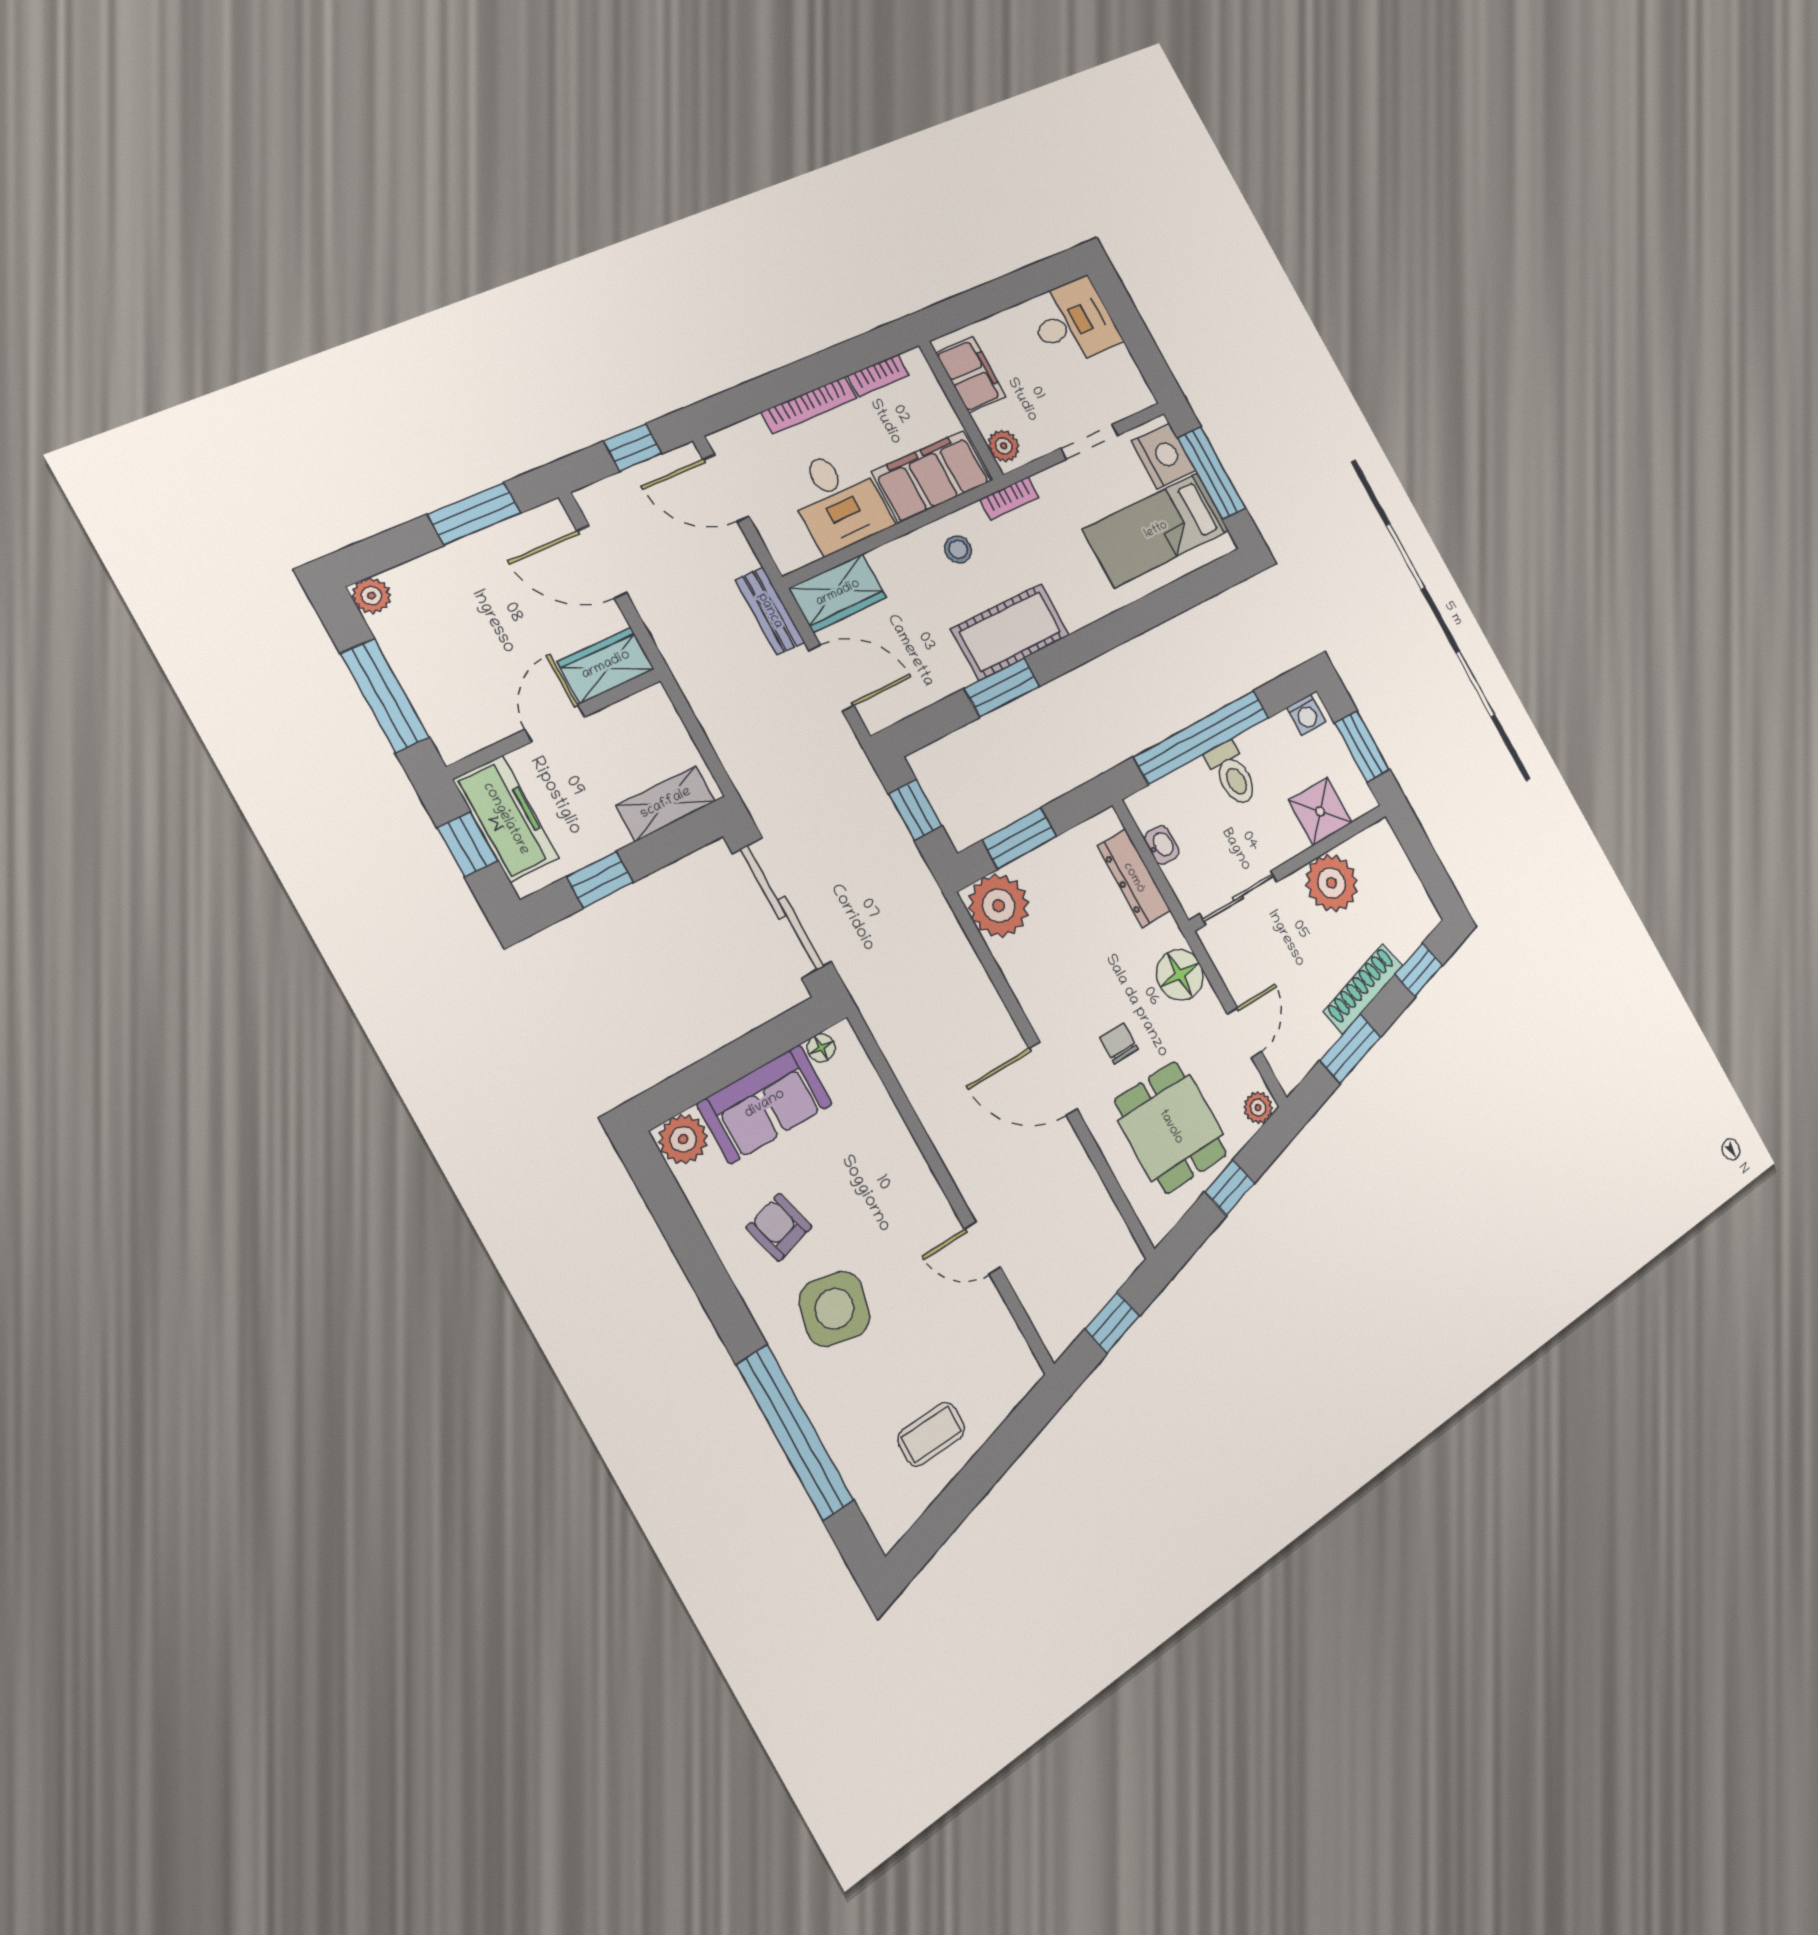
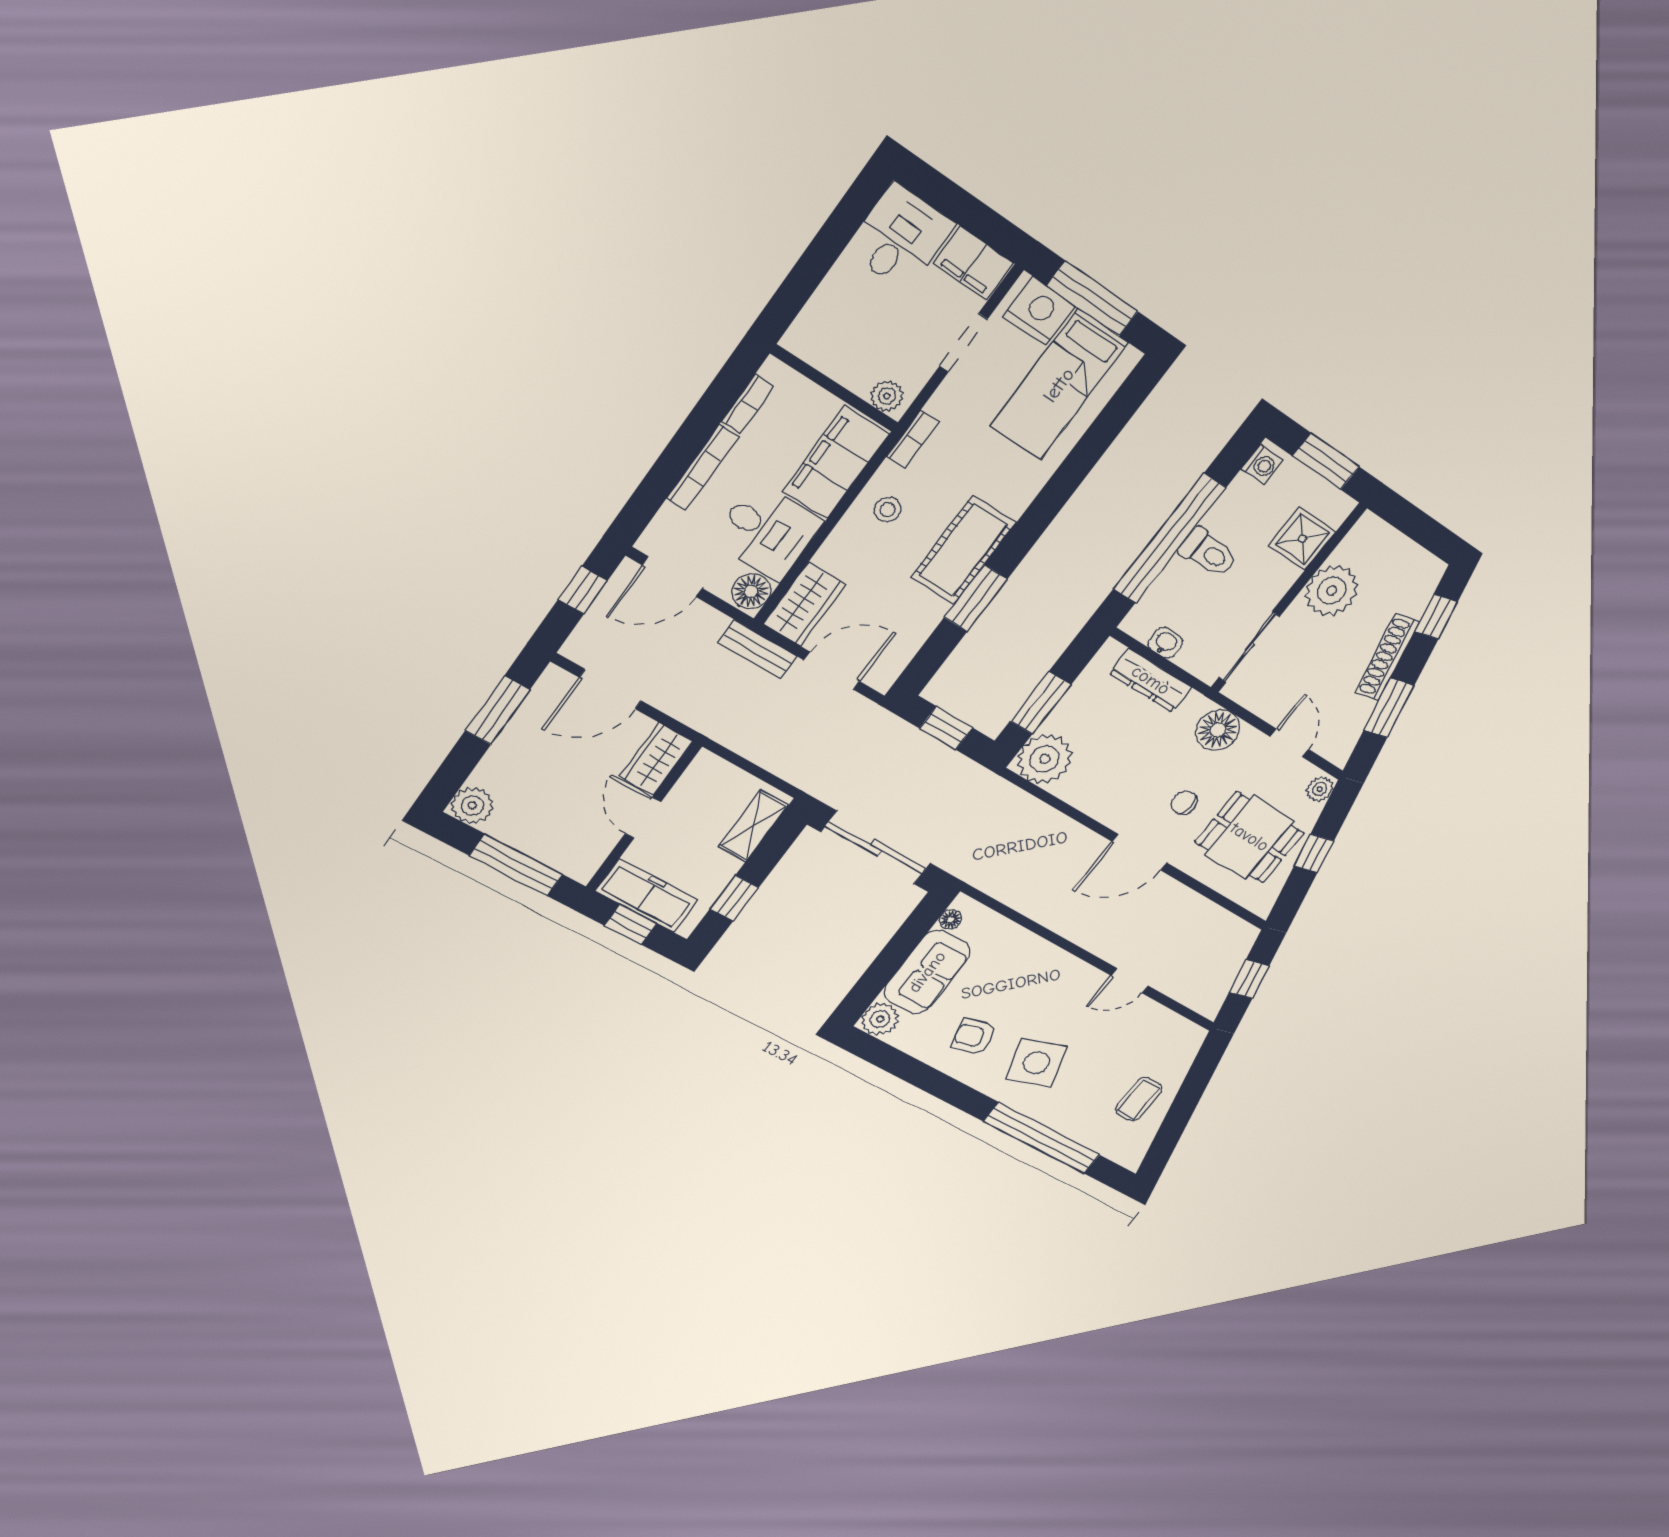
filing cabinet: (971, 375) -> (973, 263), moved, turned 180
floor lamp: (793, 549) -> (751, 591), added
plant: (371, 596) -> (472, 805), width x1.38, depth x1.38
side table: (835, 1309) -> (1037, 1063), turned -31

